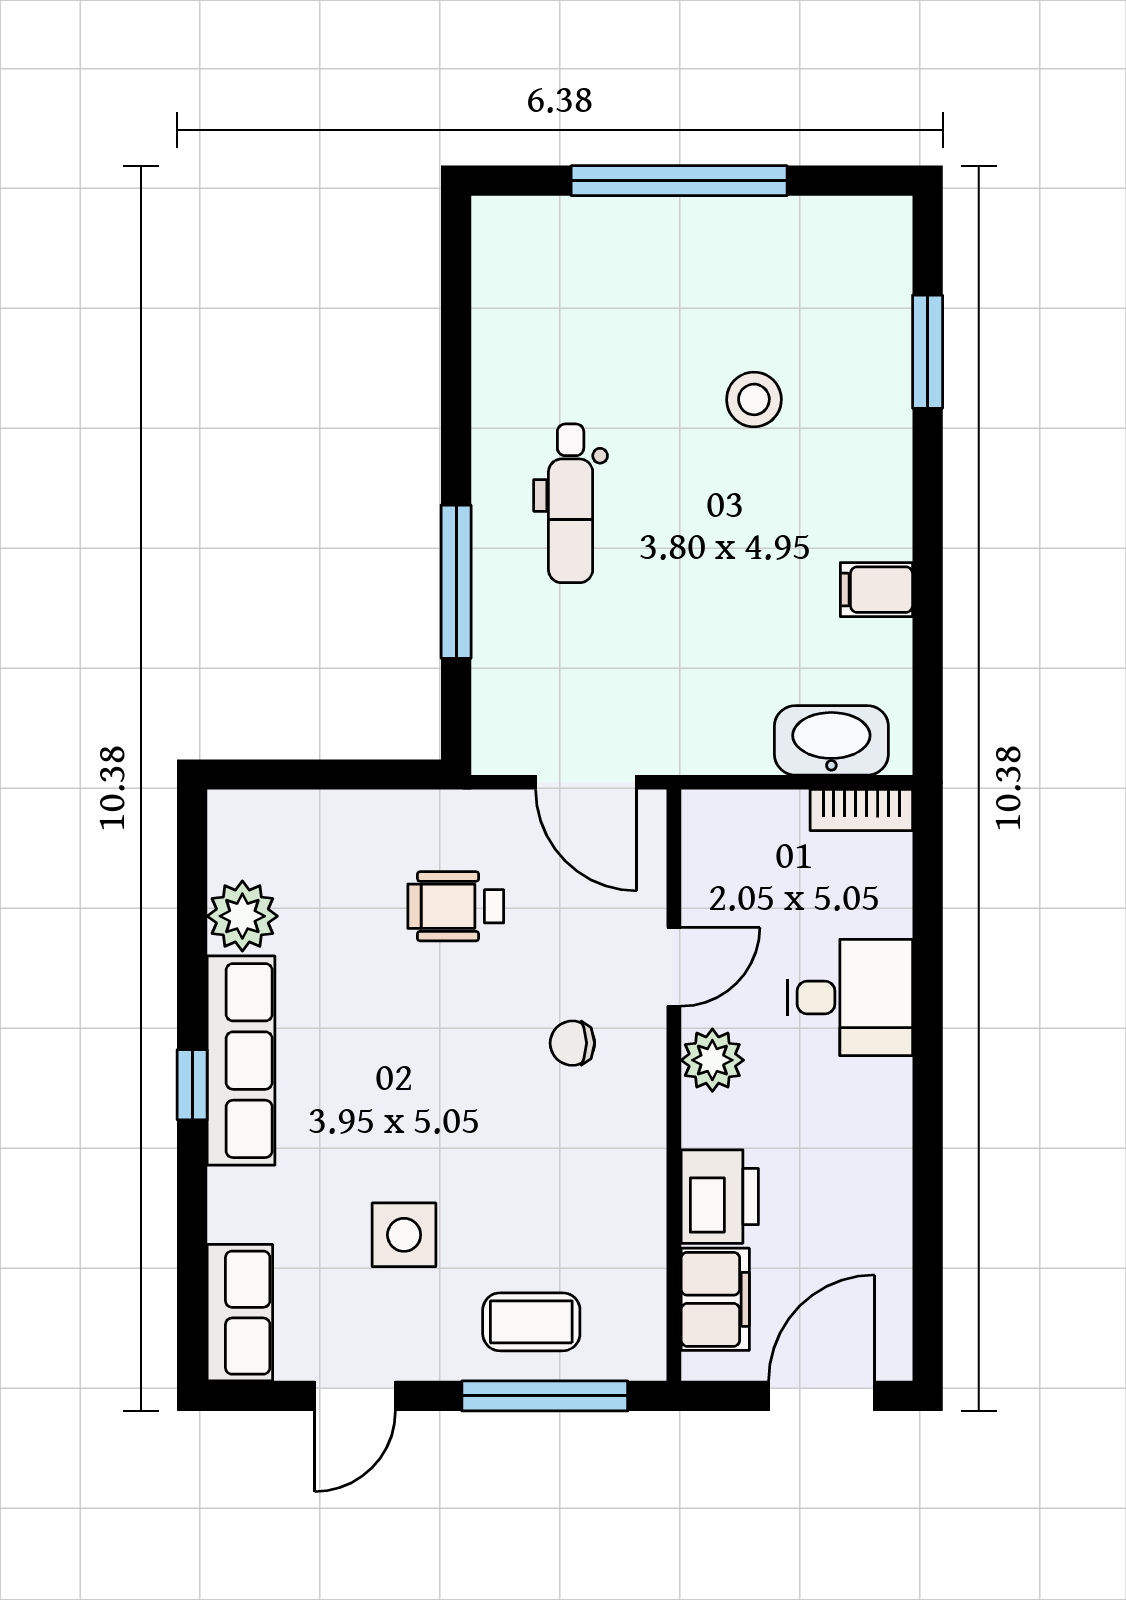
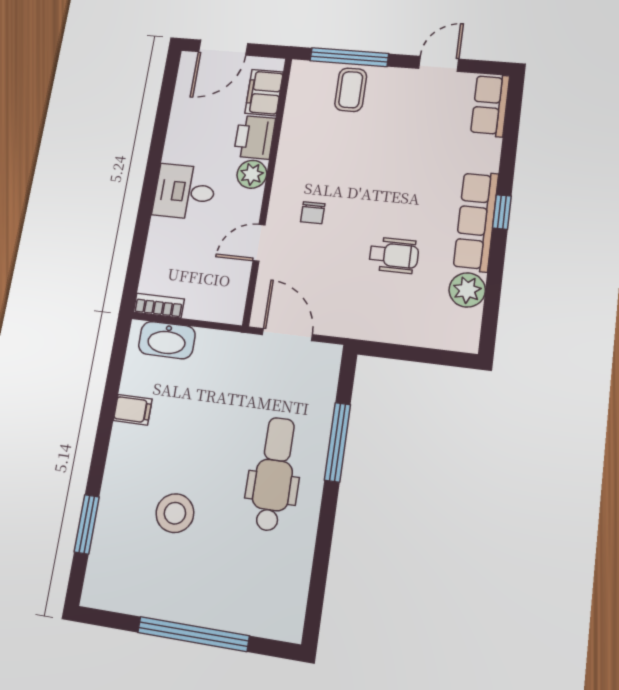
stool: (754, 399) -> (175, 513), width x1.38, depth x1.38
dental chair: (571, 503) -> (274, 474), width x1.36, depth x1.38
wheelchair: (456, 906) -> (394, 255), moved
desk: (850, 997) -> (185, 192), moved
chair: (572, 1043) -> (313, 213), turned 90
plant: (712, 1060) -> (252, 174), moved
side table: (404, 1235) -> (406, 133), removed
coffee table: (531, 1322) -> (351, 90), turned 90

